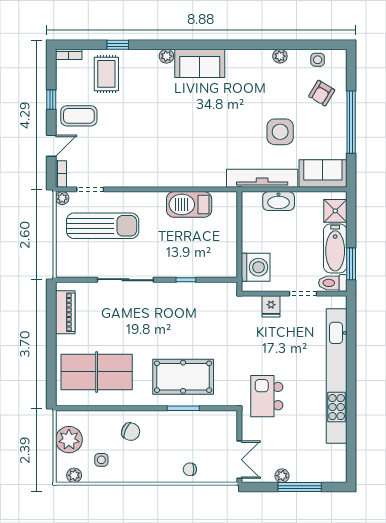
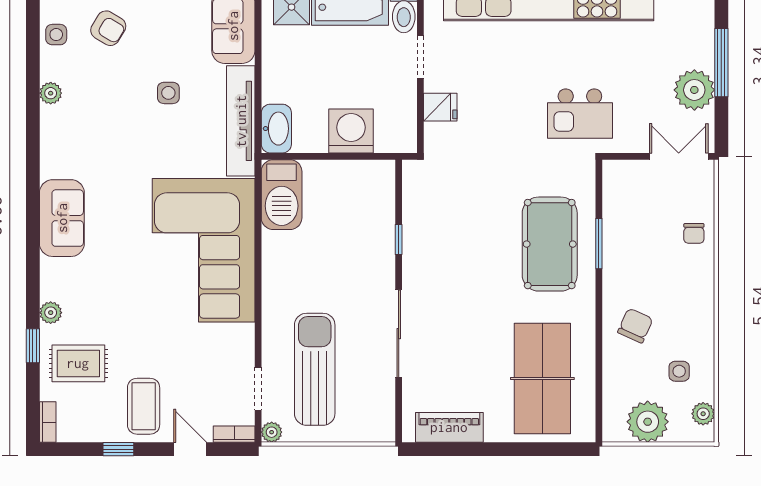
plant: (166, 56) -> (51, 313), moved
side table: (280, 132) -> (168, 93), width x0.54, depth x0.54
corner sofa: (179, 154) -> (204, 250), added
washbasin: (279, 201) -> (276, 129), moved
barbecue: (189, 204) -> (282, 195), moved
washing machine: (256, 267) -> (351, 131), moved
plant: (282, 476) -> (694, 90), width x1.88, depth x1.88

